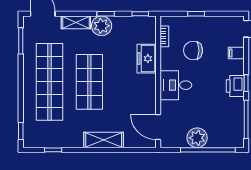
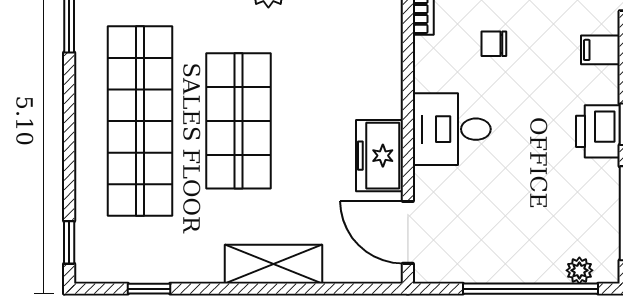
chair: (193, 50) -> (494, 44), width x0.54, depth x0.54
freezer: (147, 59) -> (379, 156), moved
plant: (197, 138) -> (579, 270), moved, width x0.53, depth x0.53

